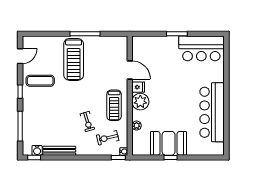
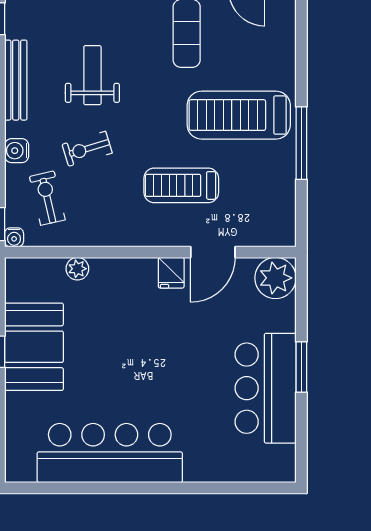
bar counter: (201, 48) -> (266, 388), moved
plant: (140, 102) -> (275, 278), moved
treadmill: (114, 105) -> (181, 185), moved
weight bench: (57, 119) -> (92, 75), added
water cooler: (37, 150) -> (17, 151), moved

